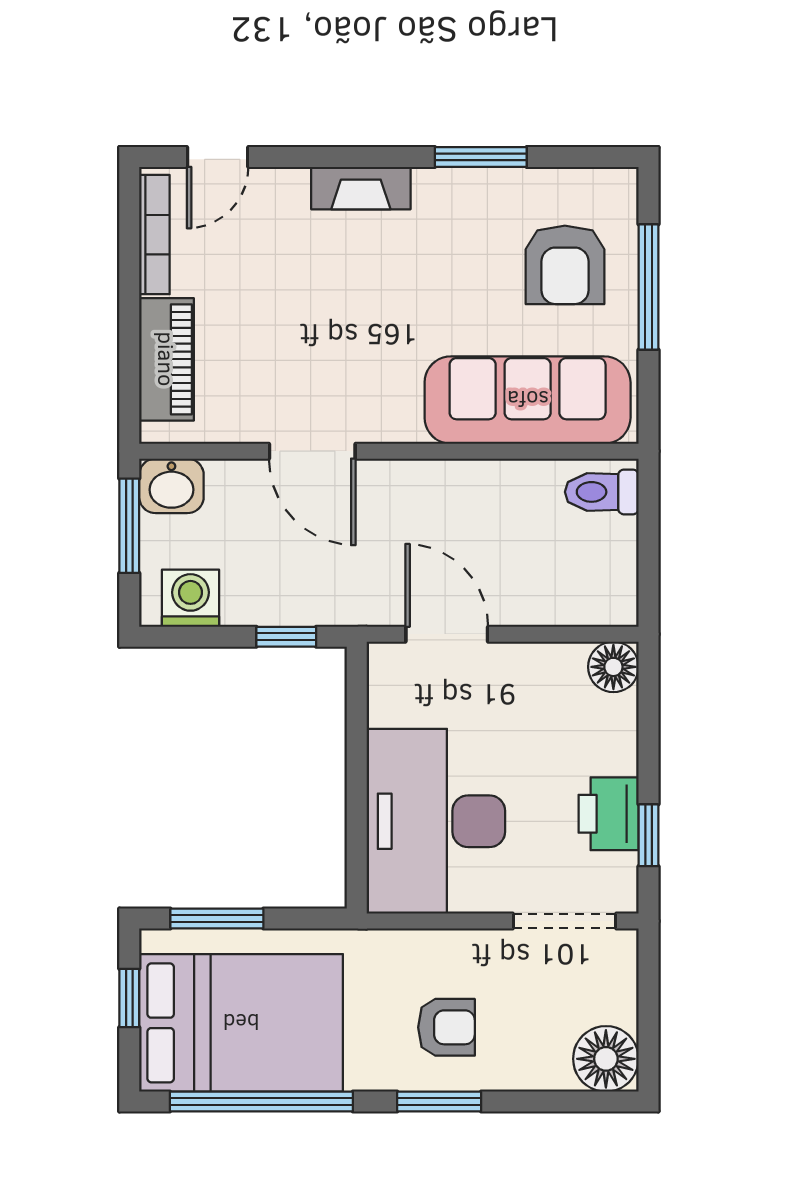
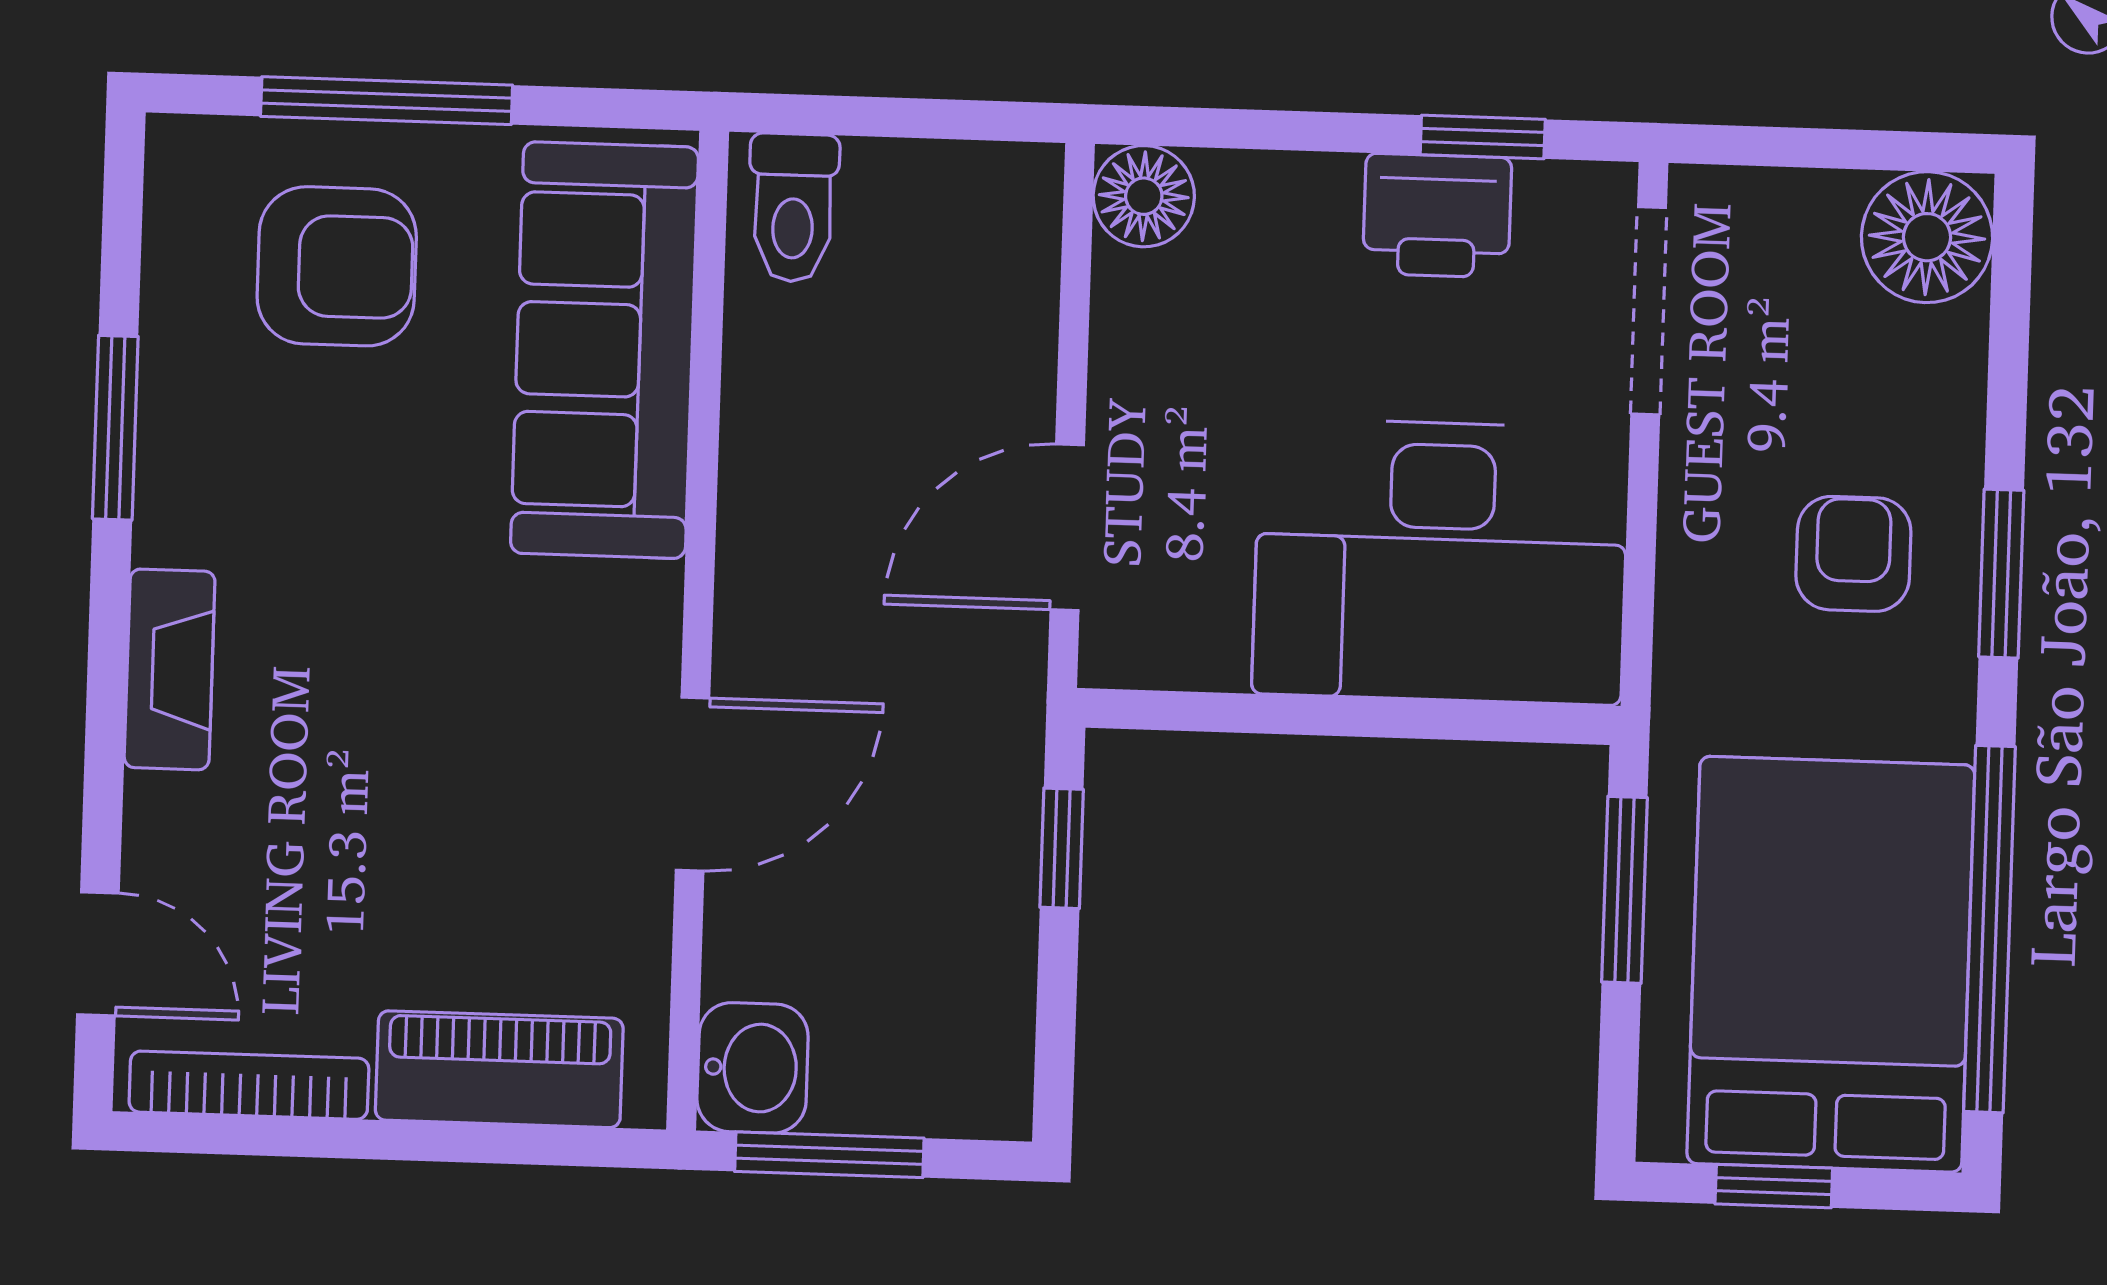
washing machine: (190, 598) -> (978, 1037), removed
window: (217, 919) -> (1624, 890), moved

